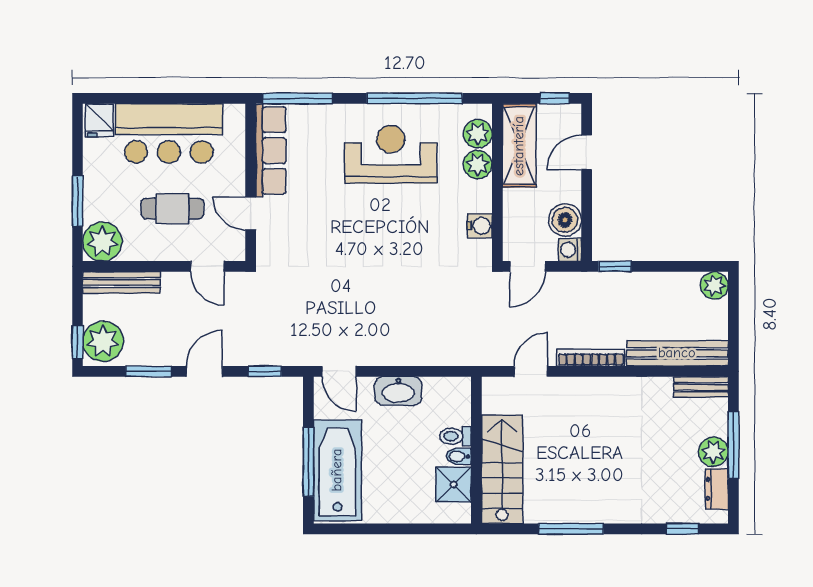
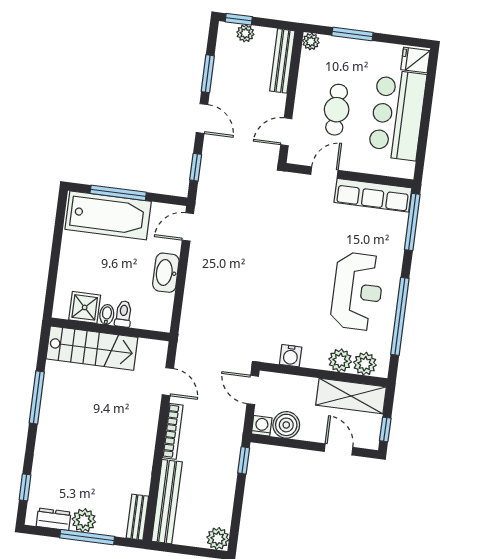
plant: (102, 242) -> (311, 41), width x0.53, depth x0.53
plant: (103, 341) -> (245, 33), width x0.53, depth x0.53

